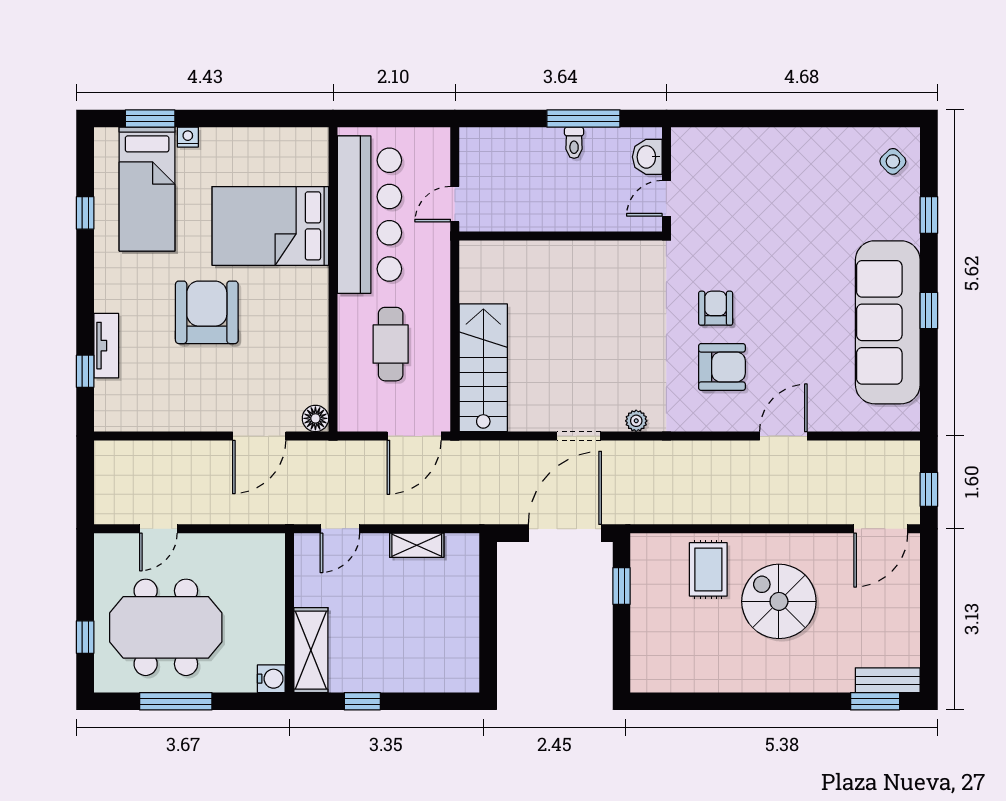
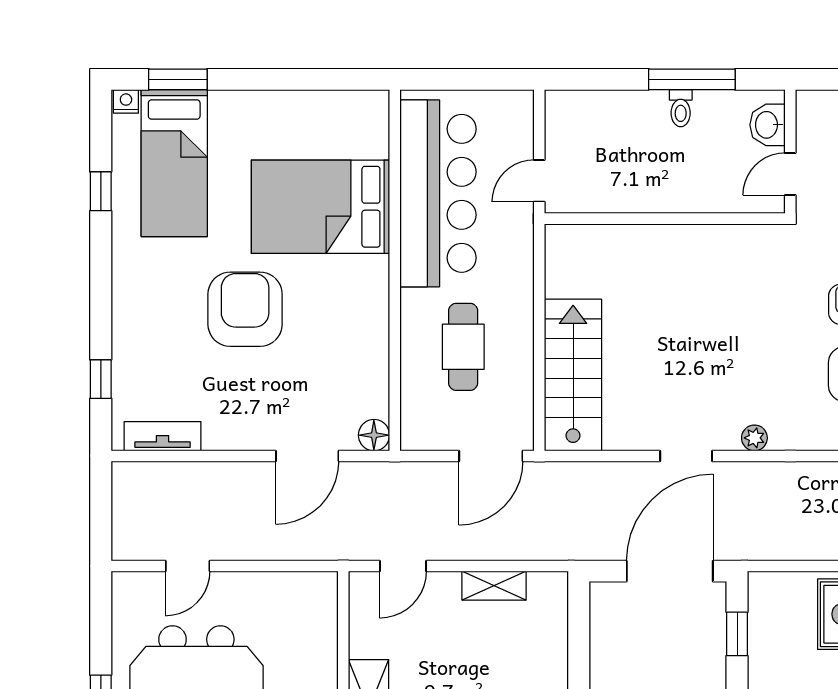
nightstand: (188, 137) -> (126, 101), moved
tv unit: (106, 346) -> (163, 436), moved, turned -90

